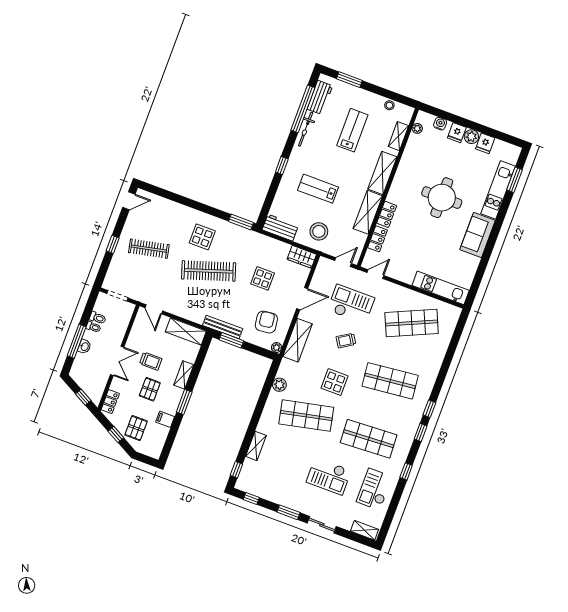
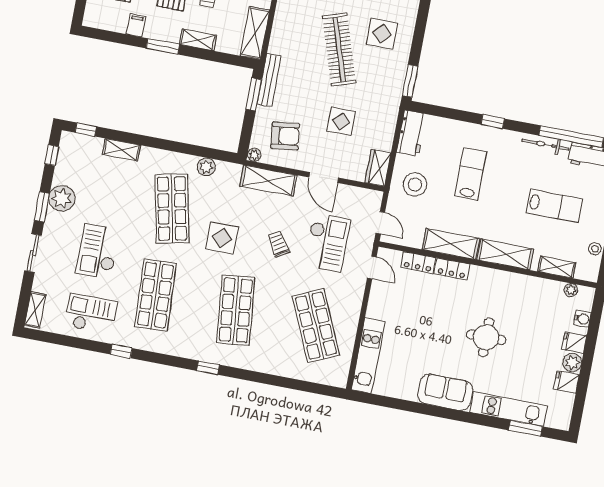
round table: (442, 198) -> (486, 337), width x0.73, depth x0.73
window: (421, 433) -> (175, 361), removed
plant: (285, 496) -> (62, 198), added

